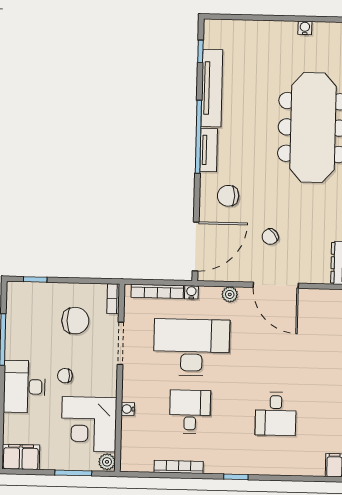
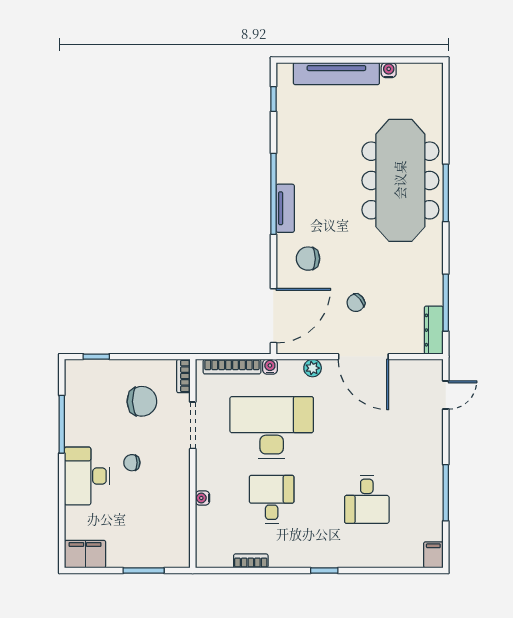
tv unit: (212, 88) -> (336, 74), moved, turned 90
corner desk: (89, 424) -> (160, 516), removed
plant: (107, 462) -> (181, 557), removed
bookcase: (179, 467) -> (251, 561), width x0.64

